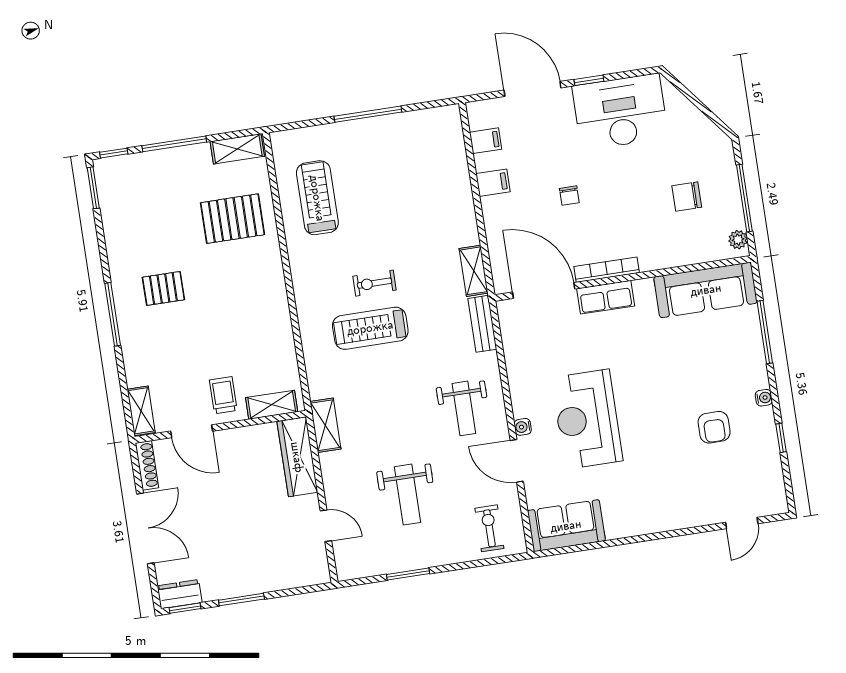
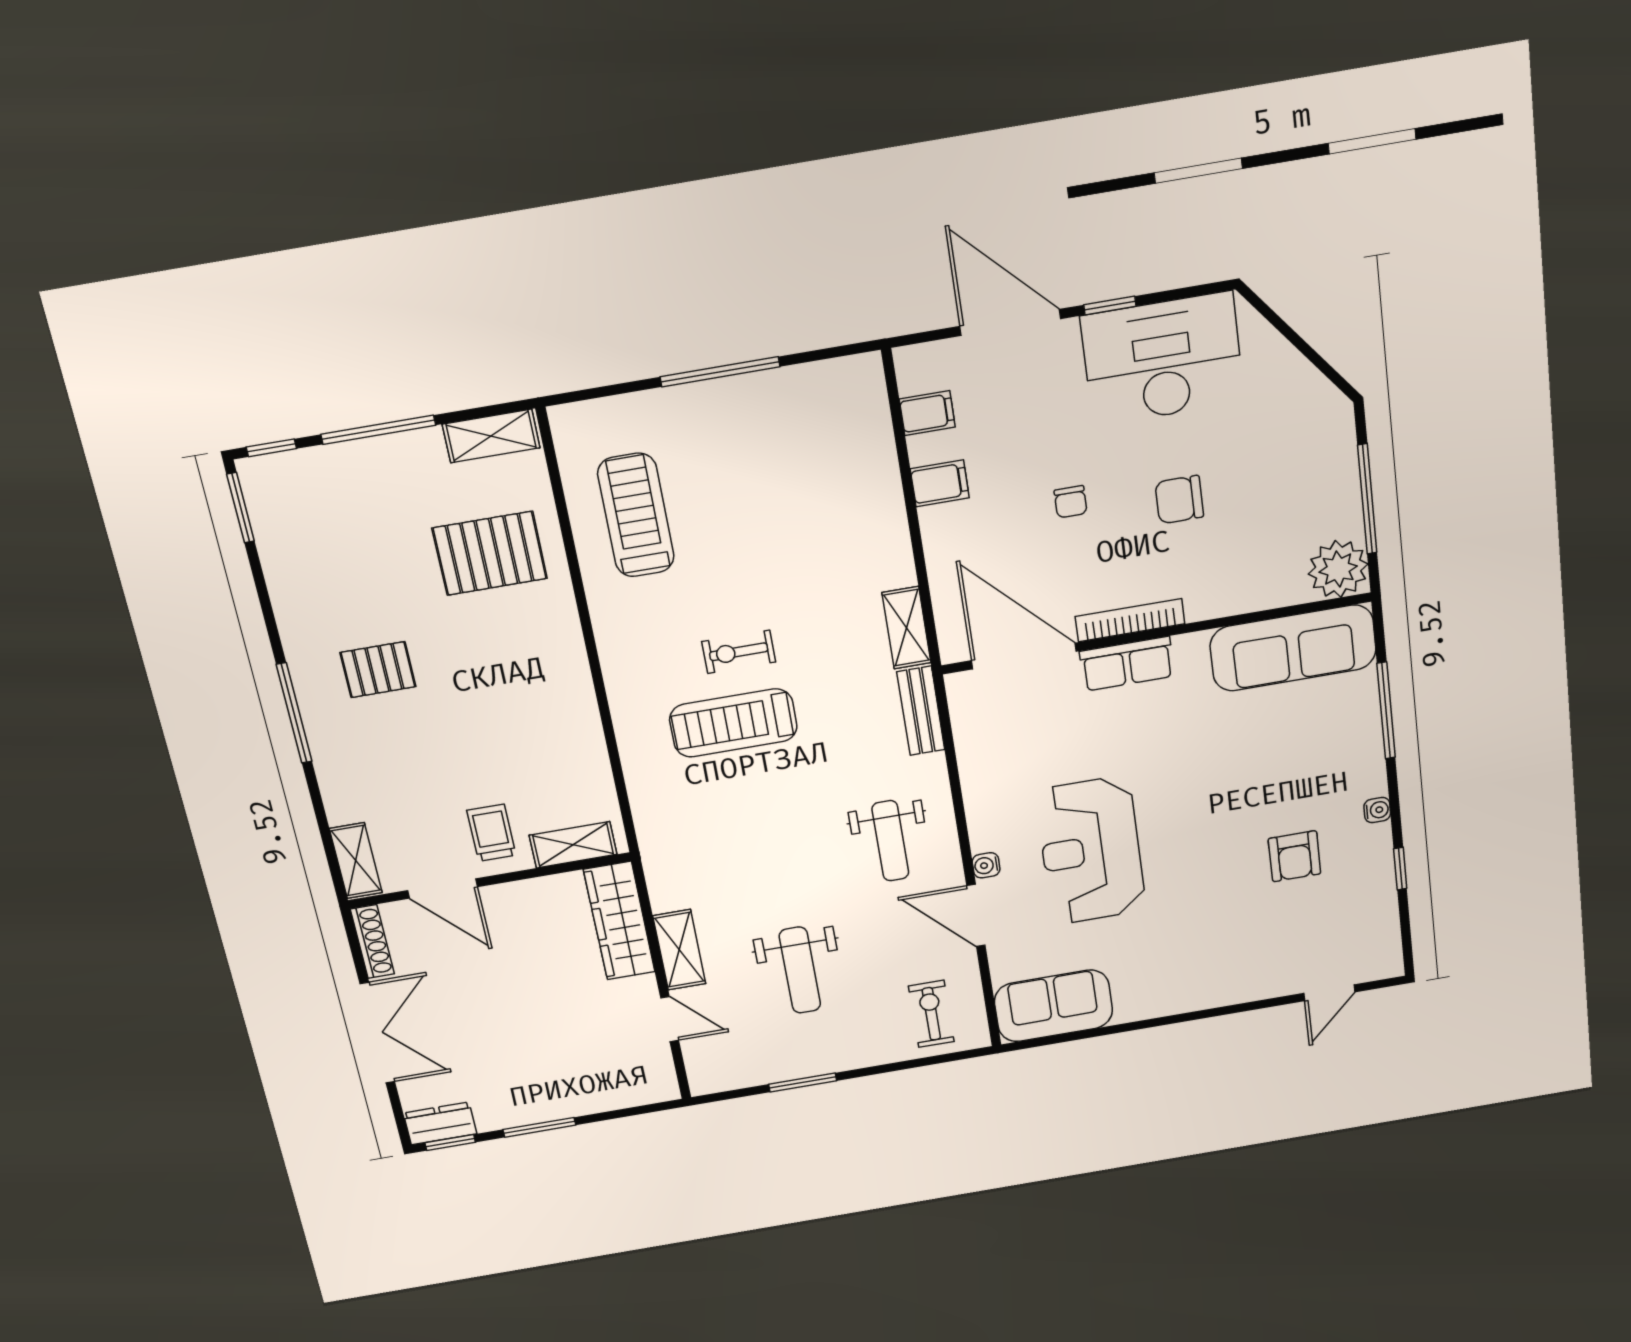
chair: (687, 196) -> (1179, 500), moved
plant: (738, 240) -> (1338, 569), width x1.88, depth x1.88
shelving: (325, 425) -> (679, 950), moved

